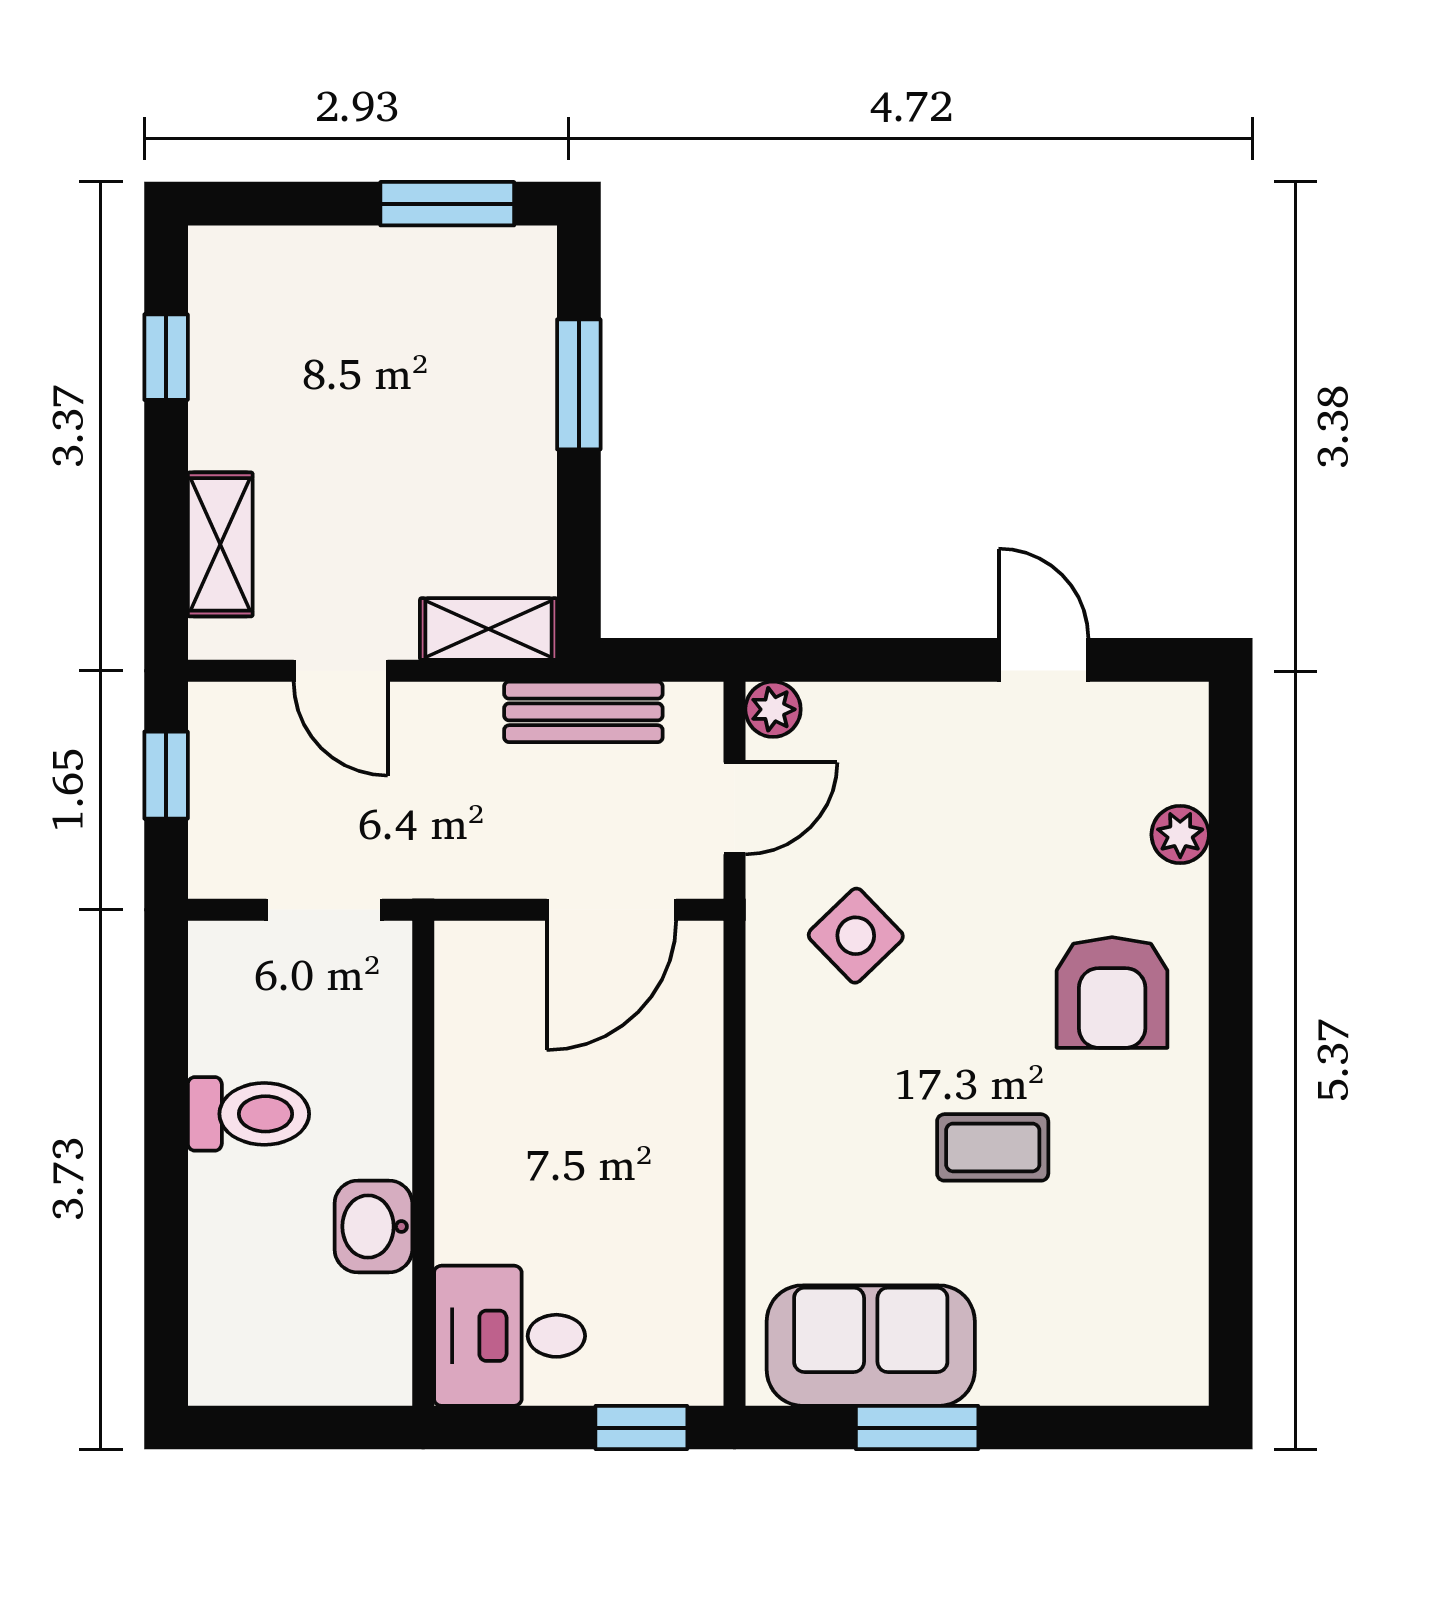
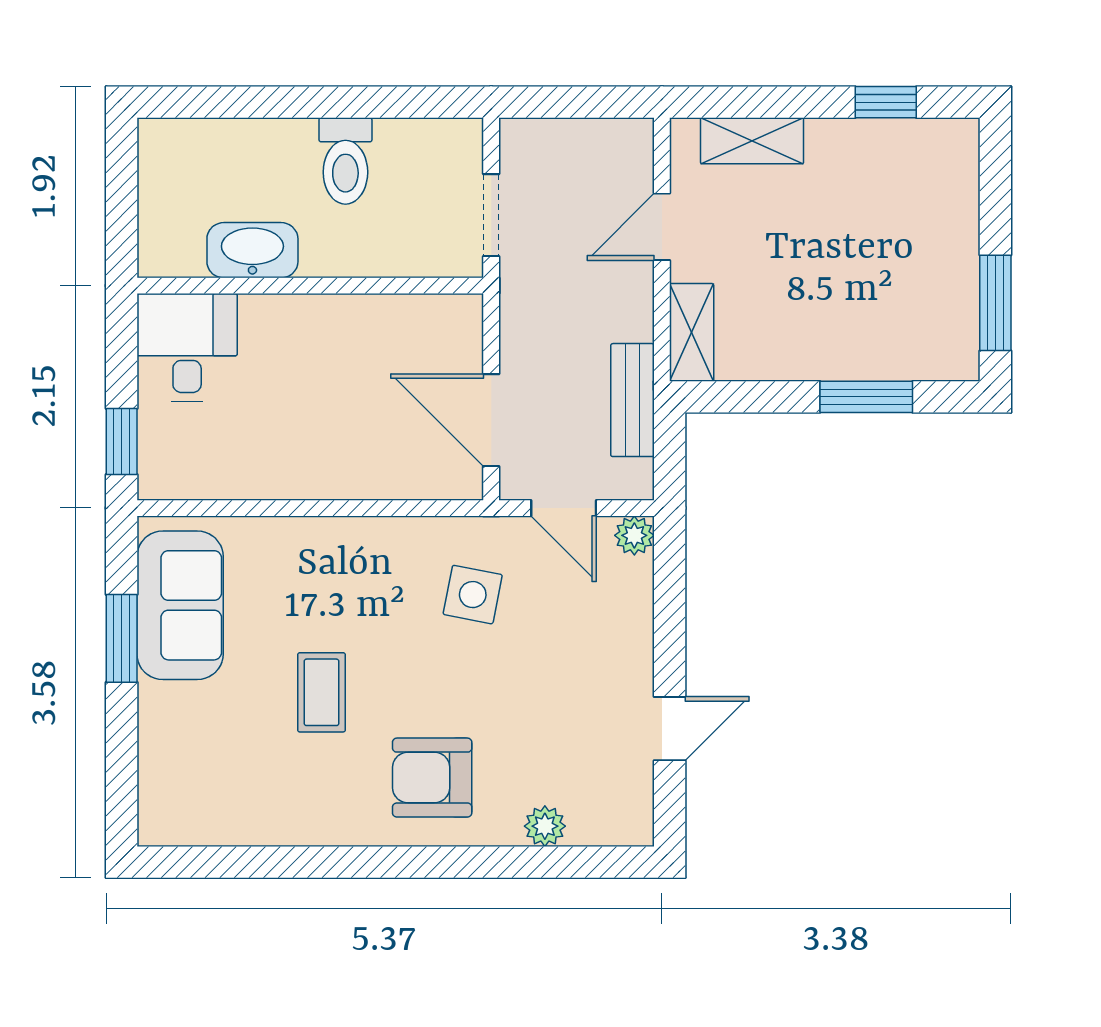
window: (166, 775) -> (587, 102), removed
side table: (856, 936) -> (473, 595), turned -35
washbasin: (373, 1226) -> (252, 250), width x1.38

